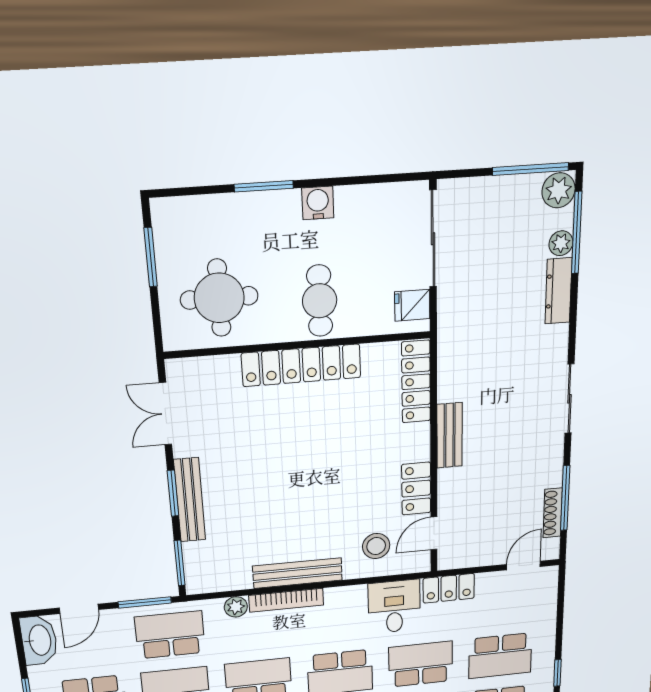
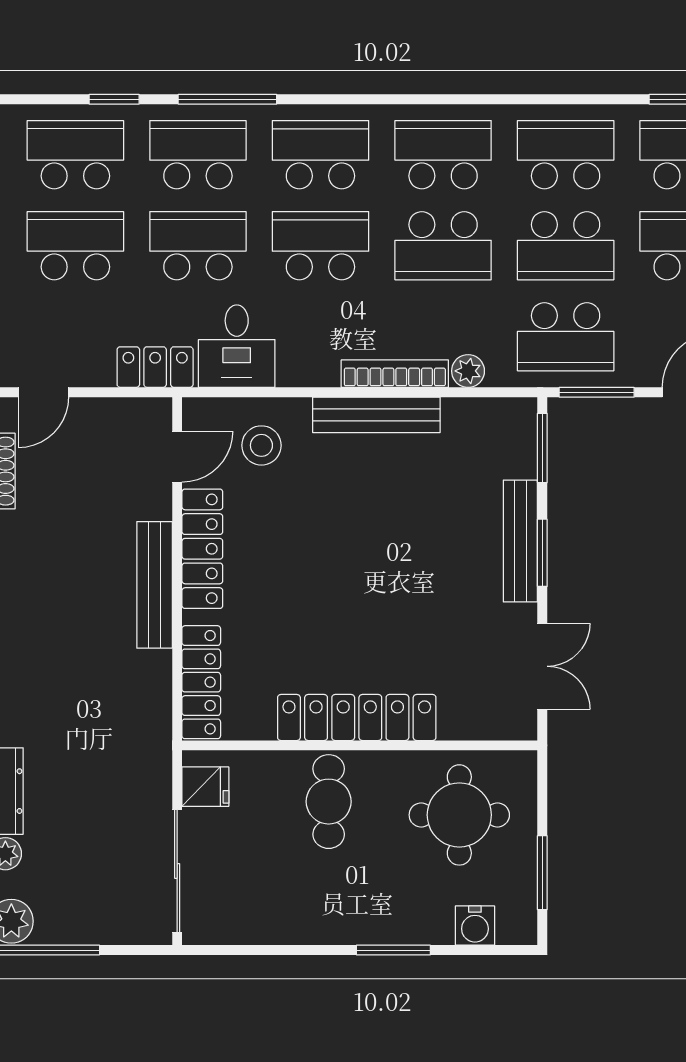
water cooler: (318, 203) -> (475, 926), moved
bench: (450, 435) -> (155, 585), width x1.36
locker: (416, 489) -> (202, 549), width x1.53
school desk: (421, 664) -> (198, 246), turned 180

